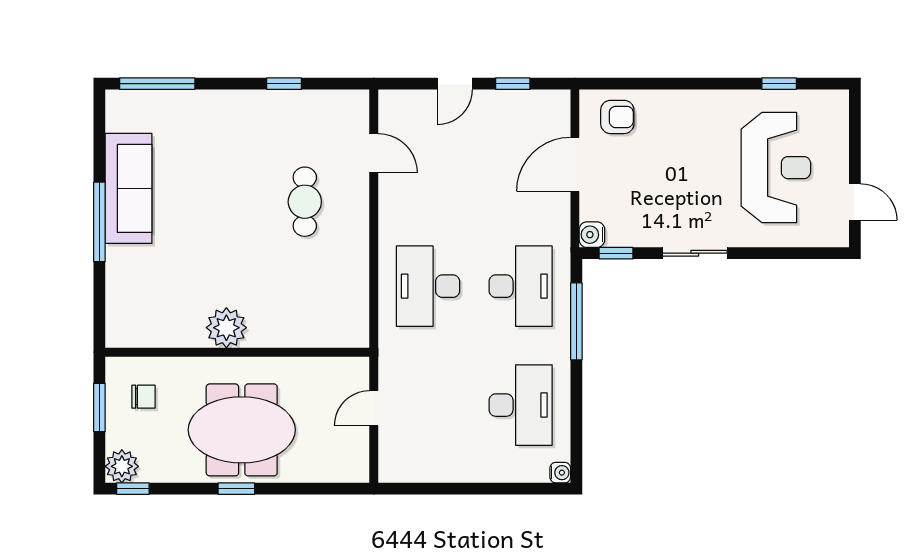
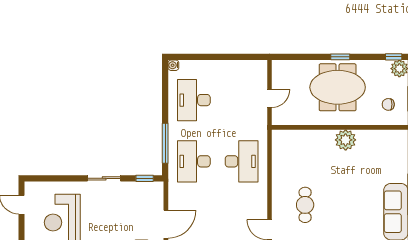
water cooler: (592, 235) -> (157, 188), removed

